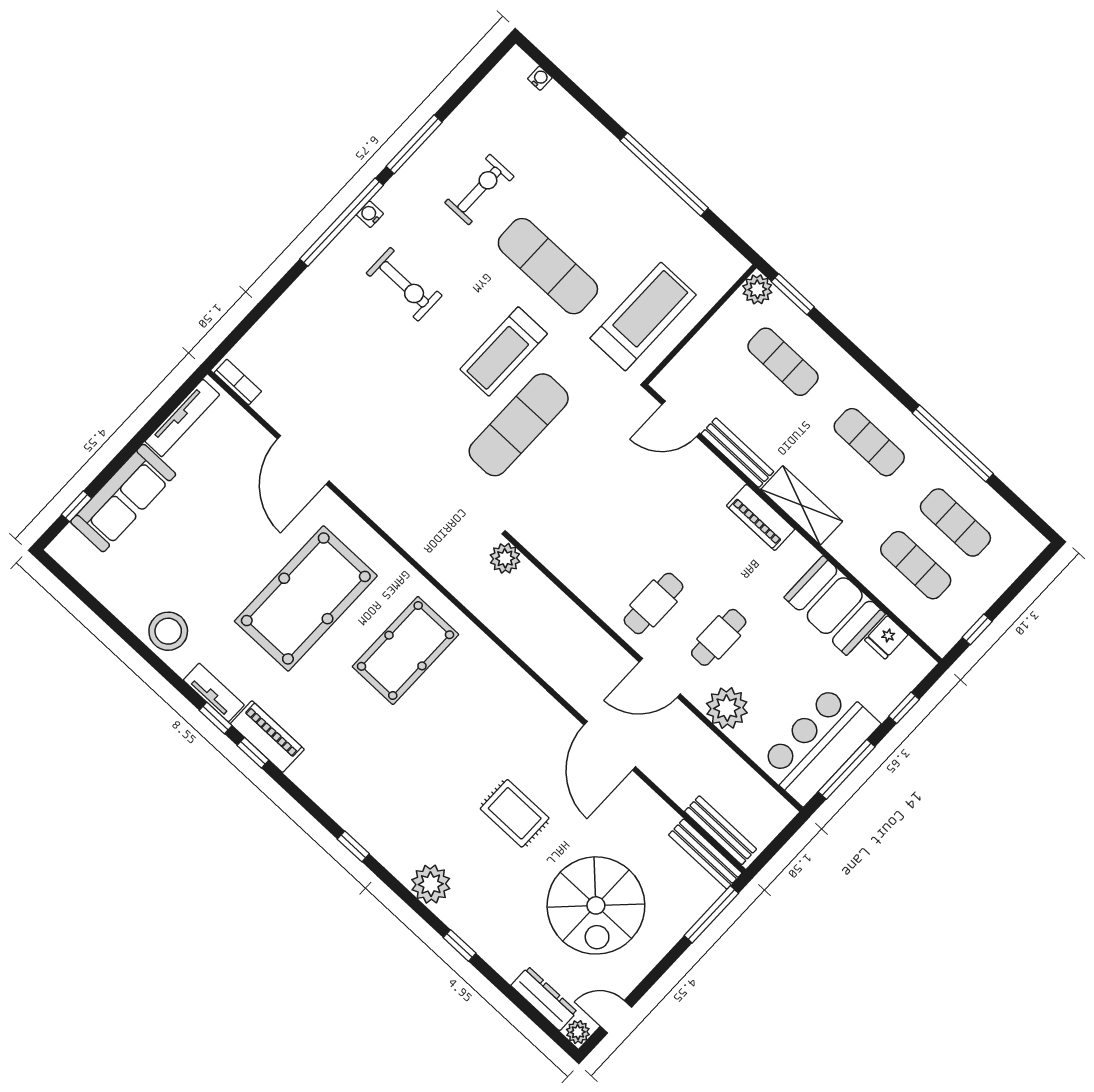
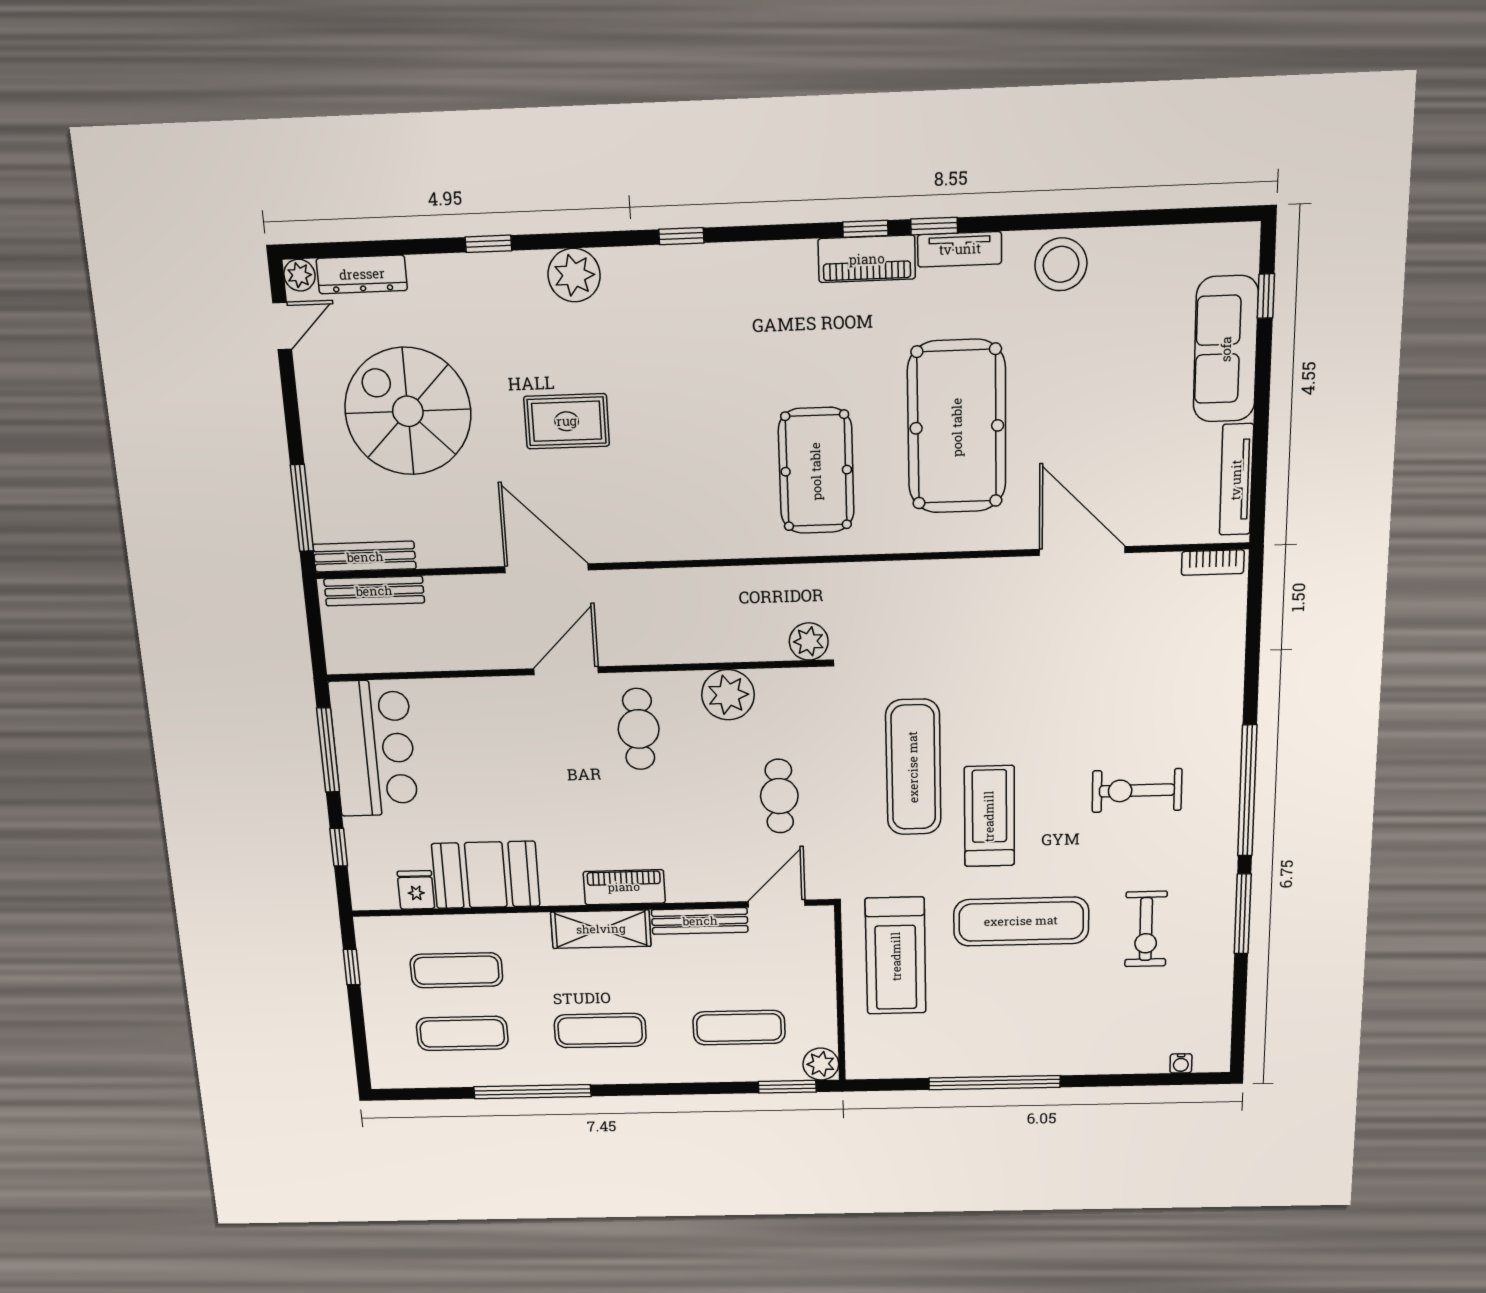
water cooler: (370, 214) -> (1227, 821), removed
cafe table: (719, 637) -> (779, 796), moved
plant: (727, 708) -> (728, 695), moved

